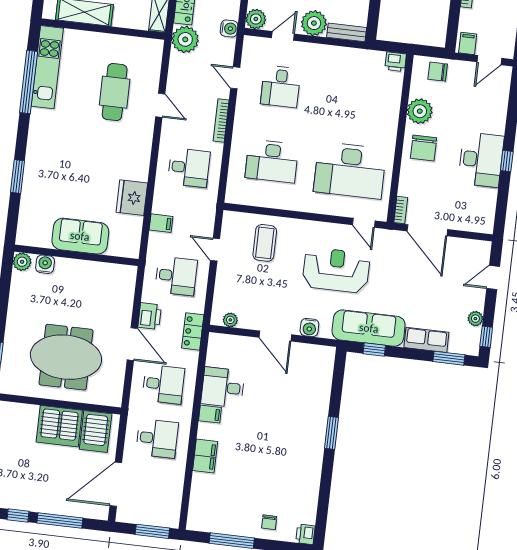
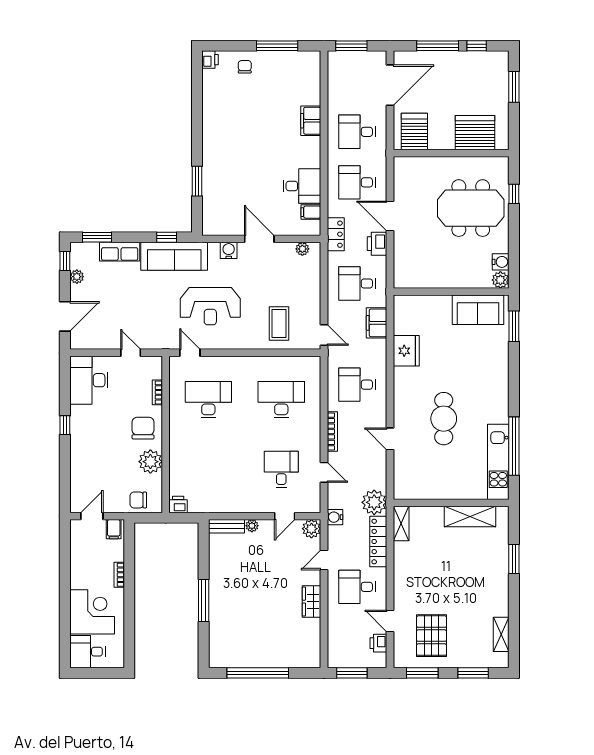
plant: (314, 23) -> (252, 526), width x0.53, depth x0.53
chair: (438, 72) -> (138, 500), turned 180
cafe table: (115, 92) -> (444, 419), moved
desk: (481, 160) -> (89, 380), moved
desk: (350, 170) -> (208, 400), width x0.73, depth x0.77
window: (18, 176) -> (514, 326), moved
bookcase: (401, 210) -> (157, 392), moved
filing cabinet: (161, 223) -> (377, 323), width x2.00
door: (427, 230) -> (131, 353), width x0.53
sofa: (80, 236) -> (478, 310), moved
door: (215, 250) -> (324, 335), moved
water cooler: (45, 264) -> (501, 262), moved, turned -90
door: (493, 277) -> (65, 316), width x1.38
meeting table: (66, 357) -> (471, 208), moved
filing cabinet: (210, 414) -> (311, 212), moved
server rack: (59, 426) -> (475, 133), moved
window: (331, 433) -> (197, 181), moved

